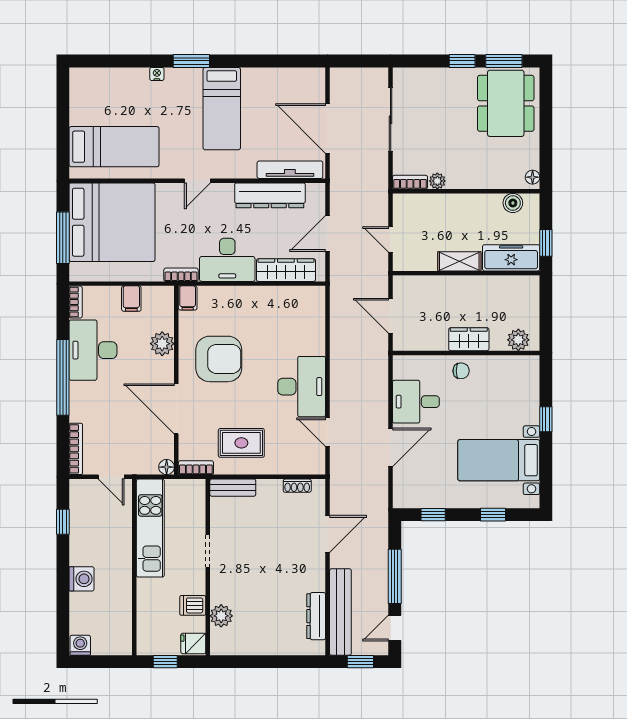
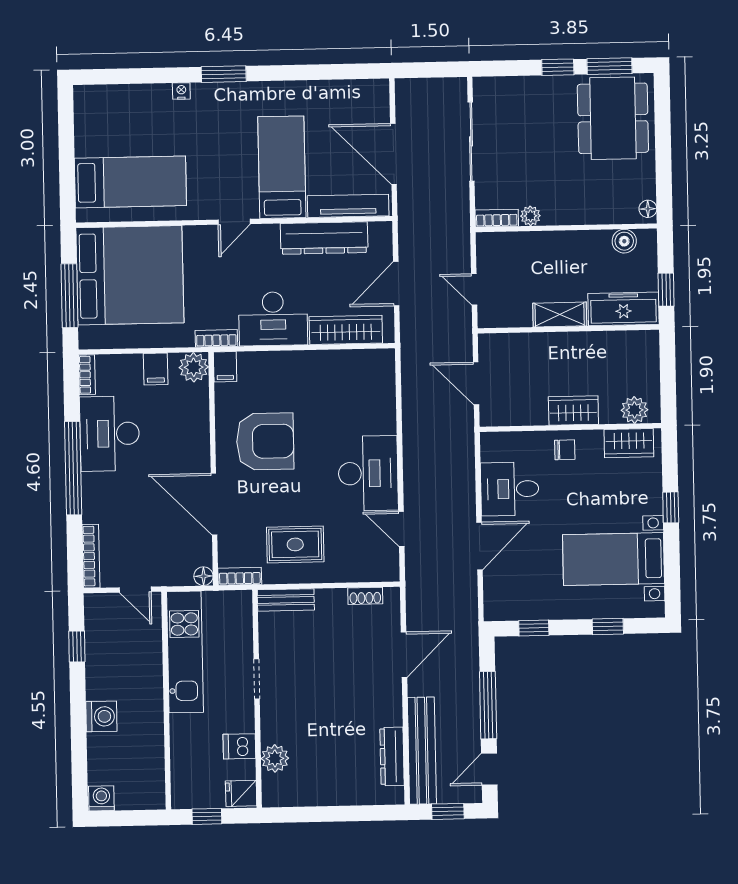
bed: (222, 109) -> (282, 167), moved, turned 180
plant: (162, 344) -> (194, 367), moved
wardrobe: (513, 367) -> (629, 443), added

